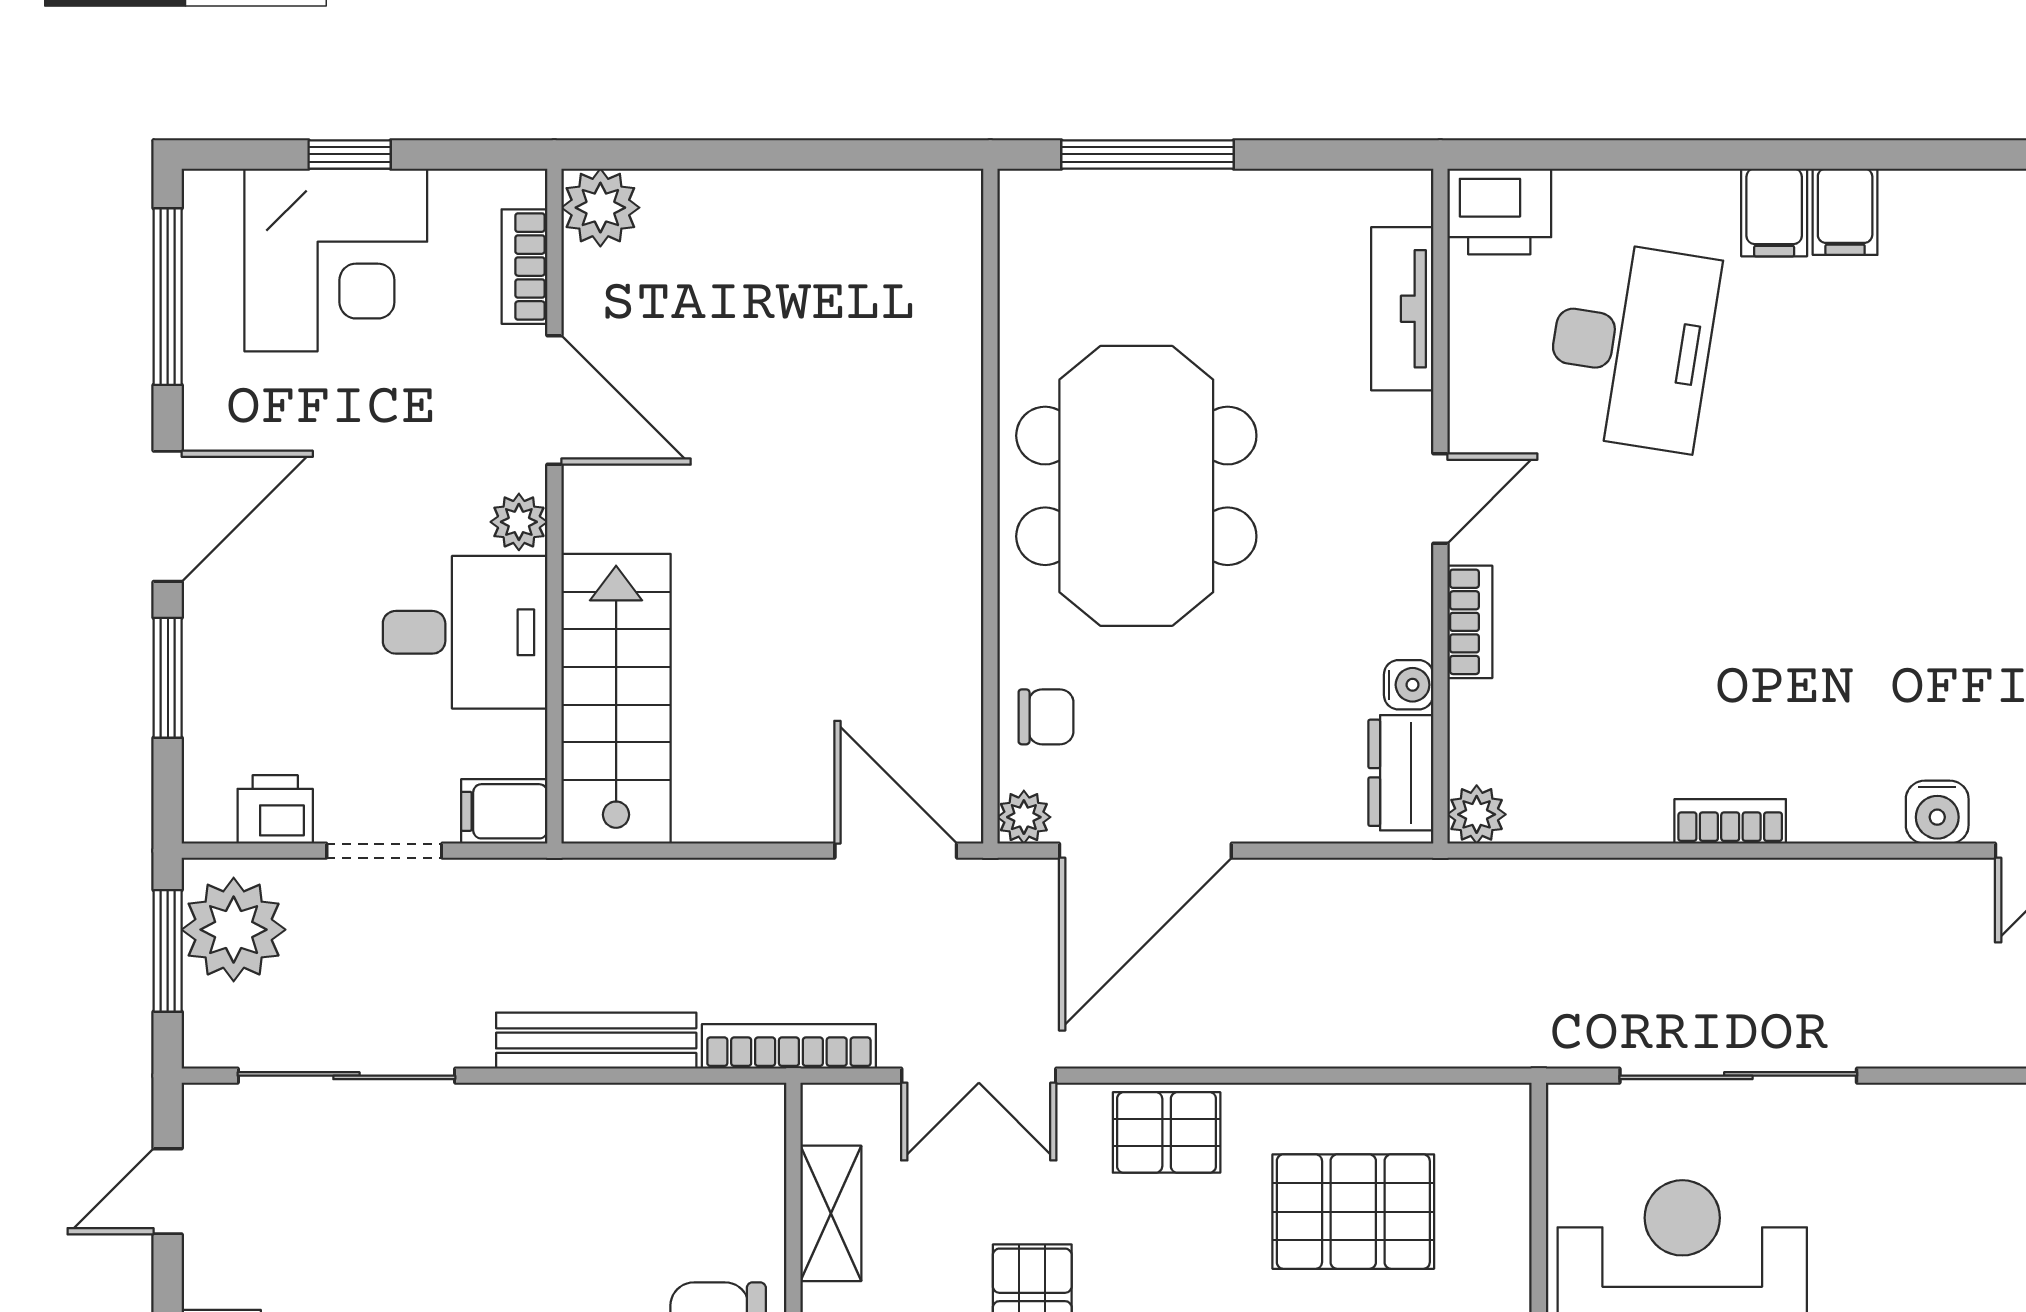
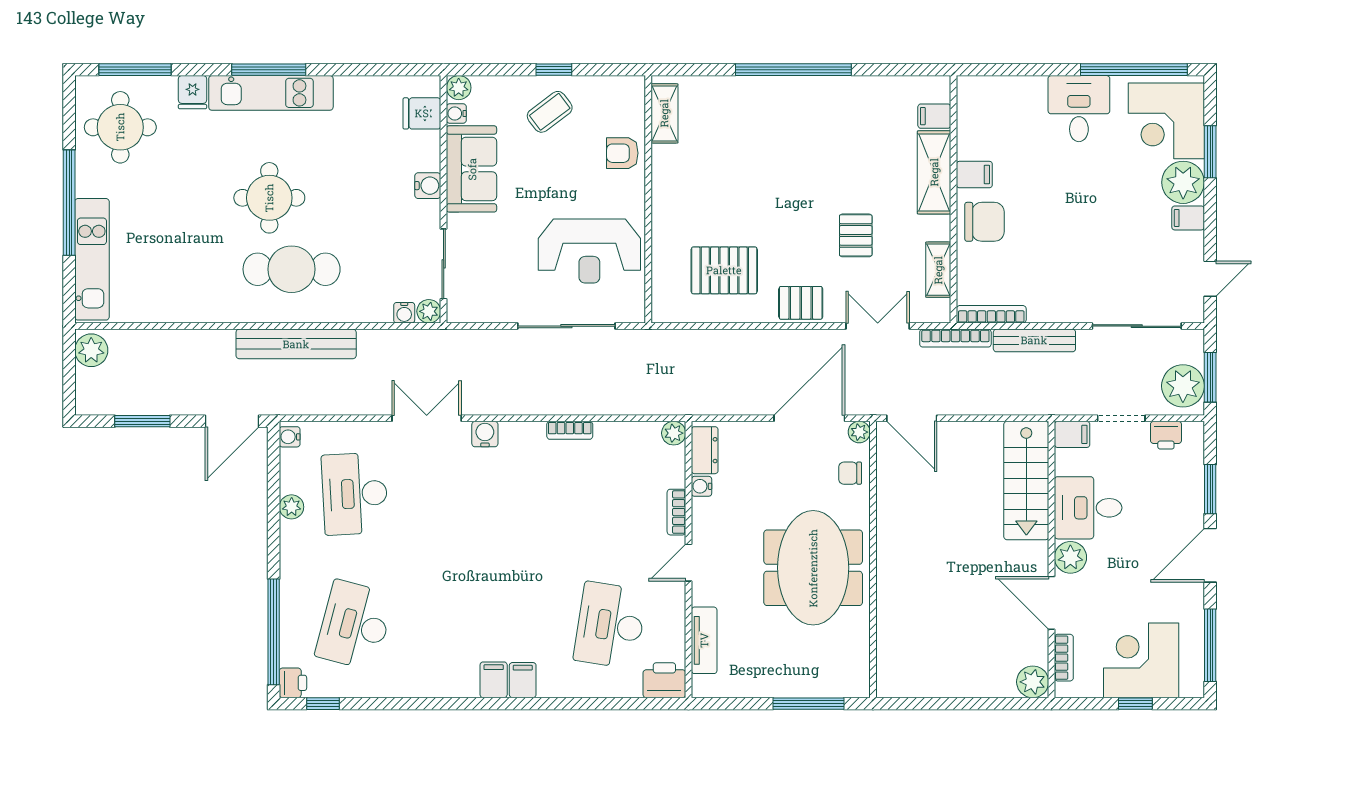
filing cabinet: (1774, 212) -> (494, 680), moved
plant: (519, 522) -> (1070, 557), width x1.38, depth x1.38
bookcase: (702, 1104) -> (991, 314), added

